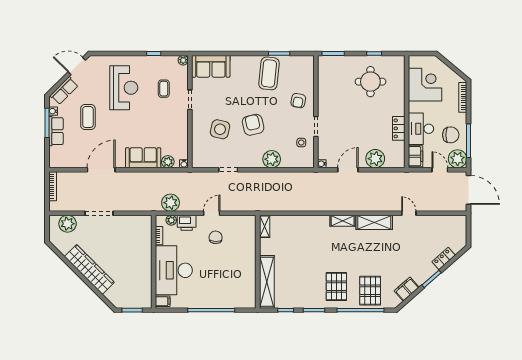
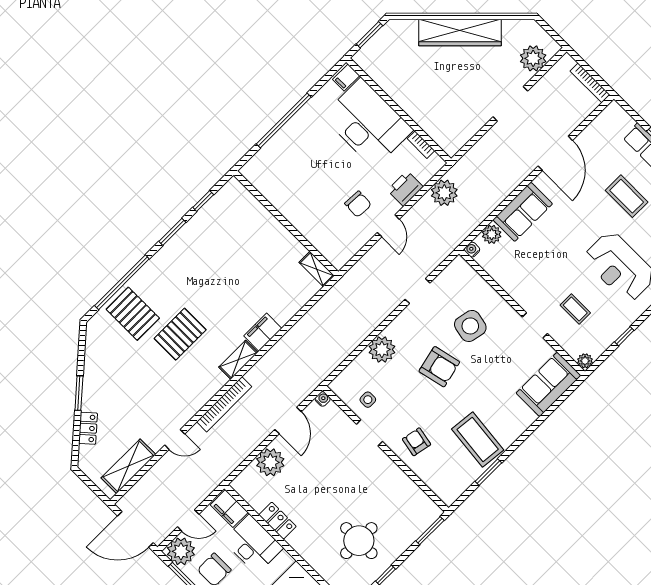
bookcase: (370, 207) -> (224, 404), added
plant: (171, 220) -> (425, 175), removed
shelving: (374, 222) -> (128, 466), moved
shelving: (267, 282) -> (254, 211), removed
pallet: (336, 287) -> (180, 334), moved, turned 90
filing cabinet: (407, 289) -> (263, 332), moved, turned -139

